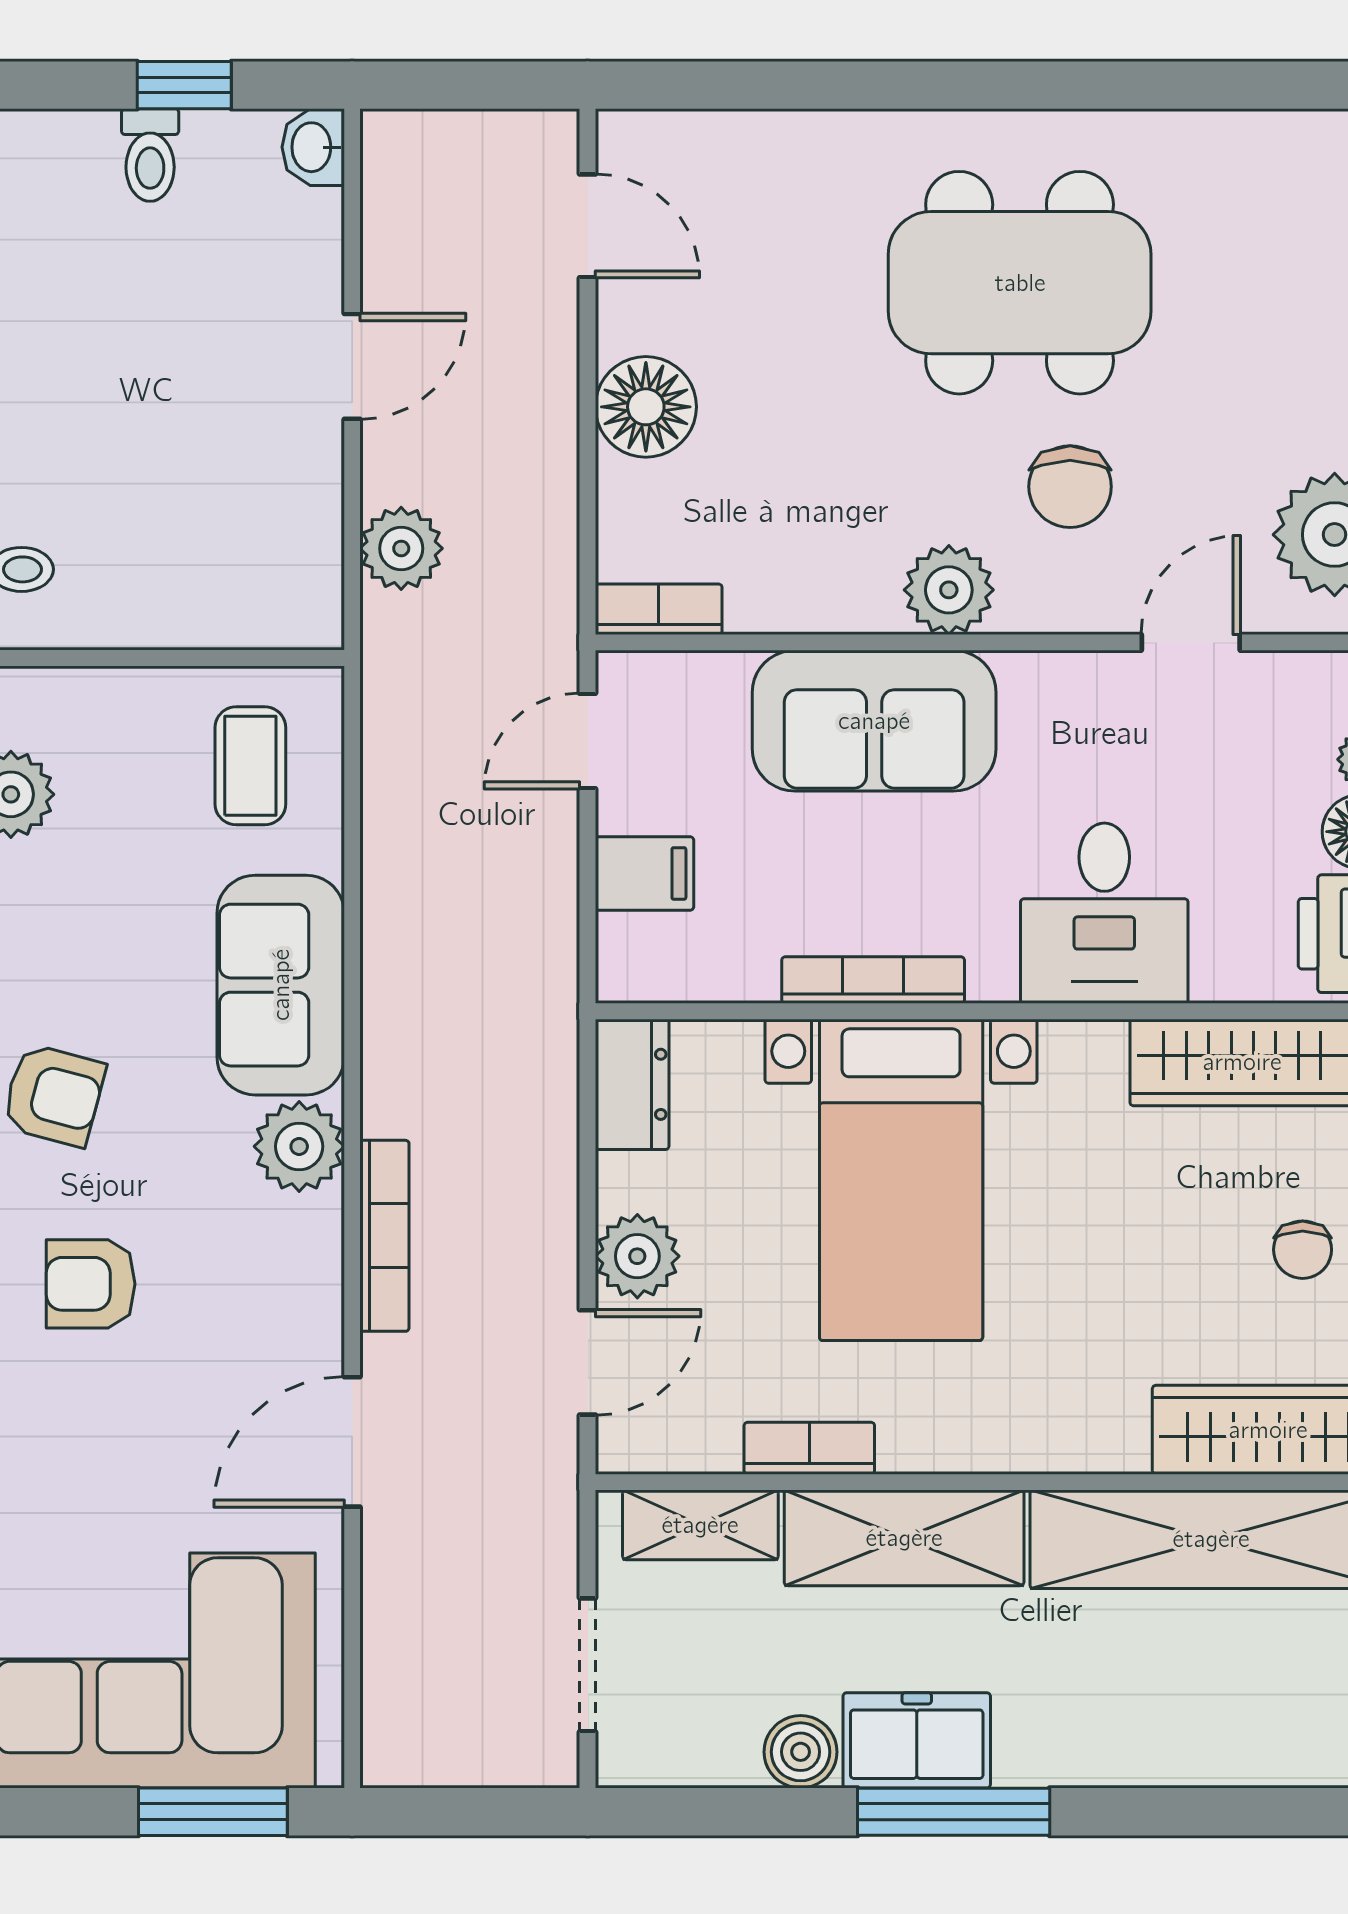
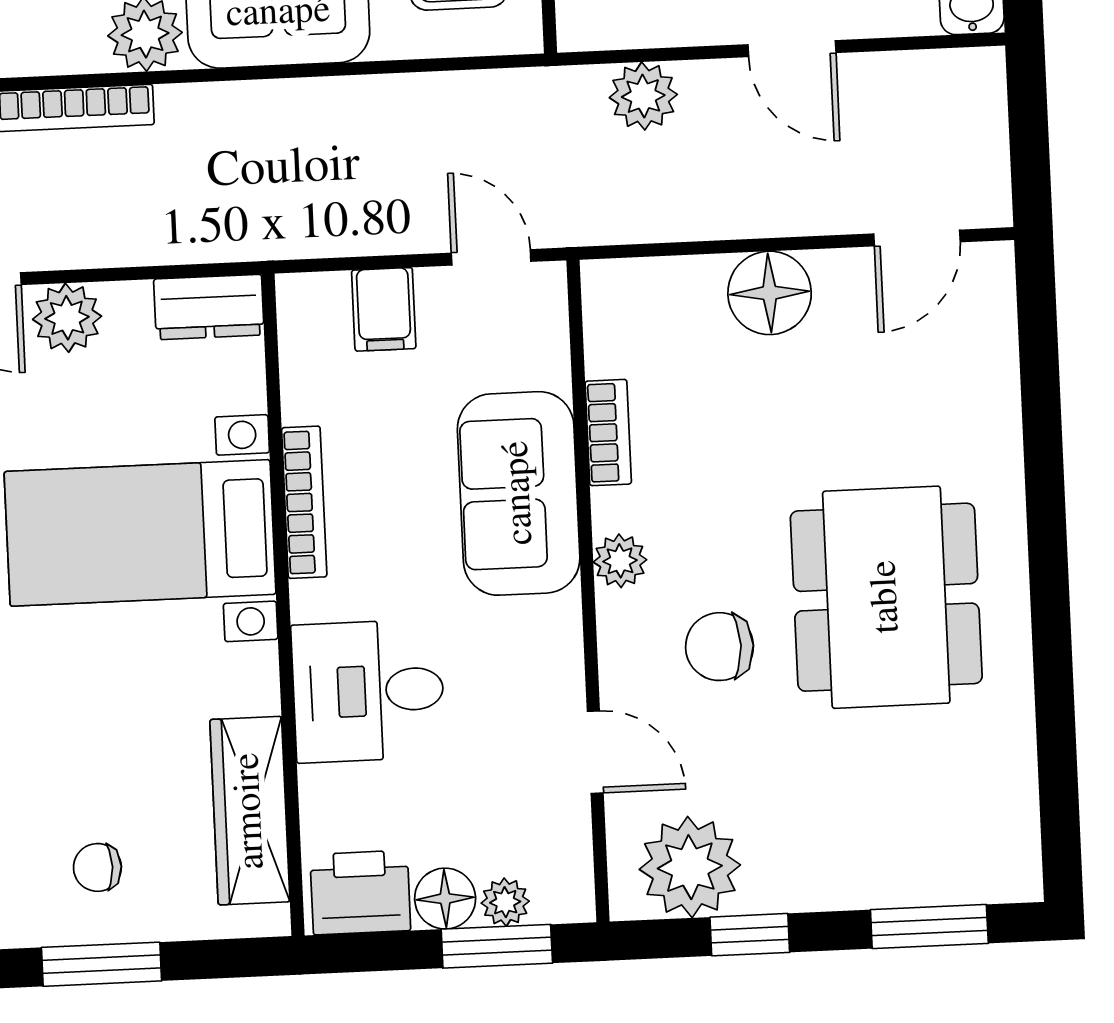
plant: (949, 590) -> (620, 561), width x0.73, depth x0.73
bookcase: (659, 609) -> (608, 433), moved

